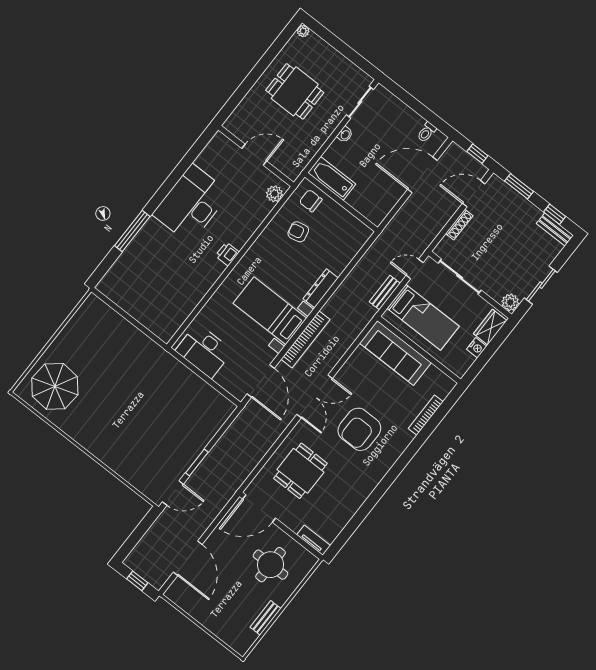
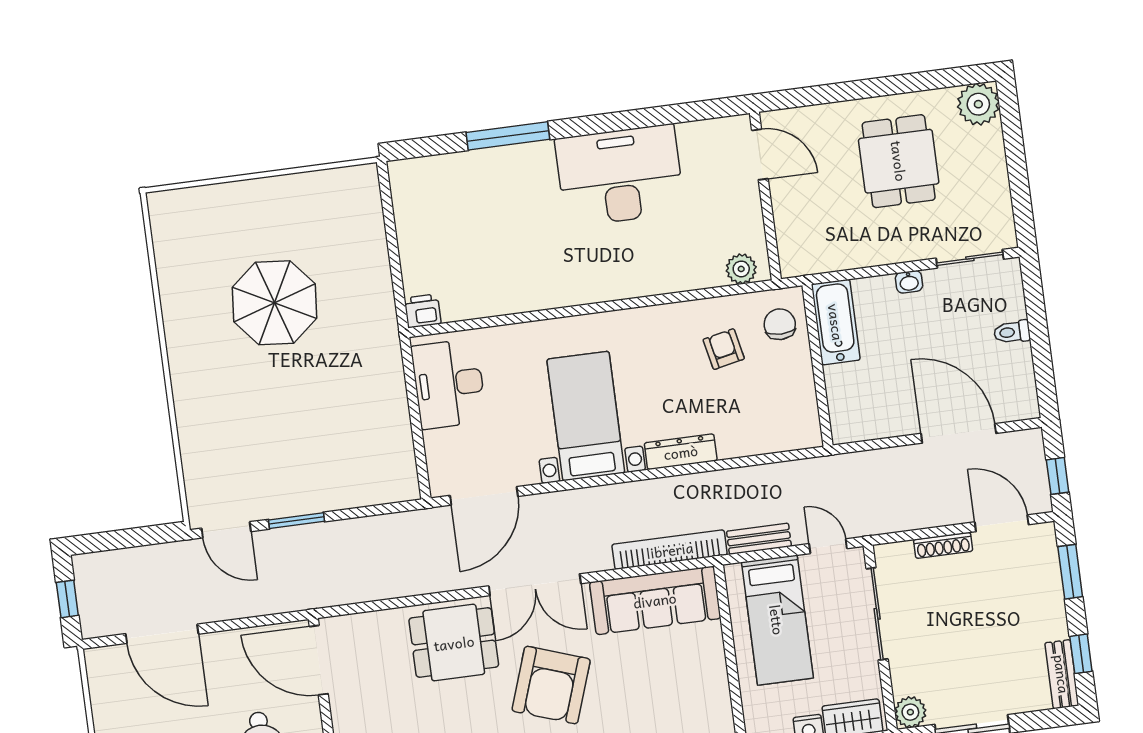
plant: (303, 31) -> (978, 104), width x1.87, depth x1.87
toilet: (427, 132) -> (1012, 332), moved
door: (254, 155) -> (760, 154), moved
printer: (227, 254) -> (423, 311), moved
bookcase: (305, 339) -> (670, 550), moved, turned 180
sofa: (395, 353) -> (655, 600), moved, turned -90
parasol: (55, 386) -> (274, 303), moved
armchair: (359, 429) -> (551, 685), turned -71
dining table: (300, 471) -> (454, 643), moved
door: (188, 558) -> (162, 634), hinge flipped

